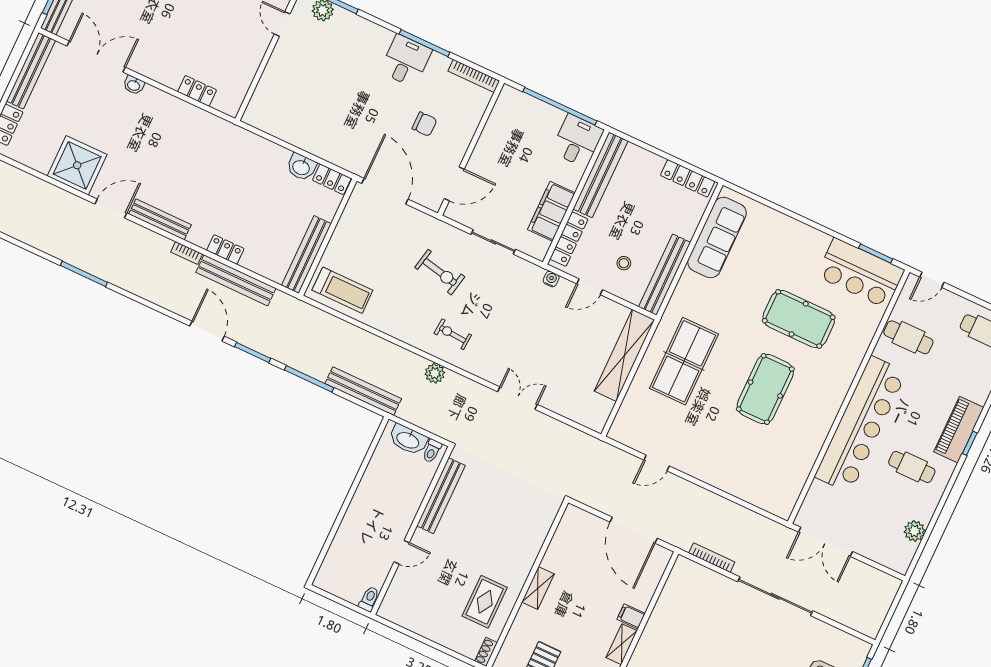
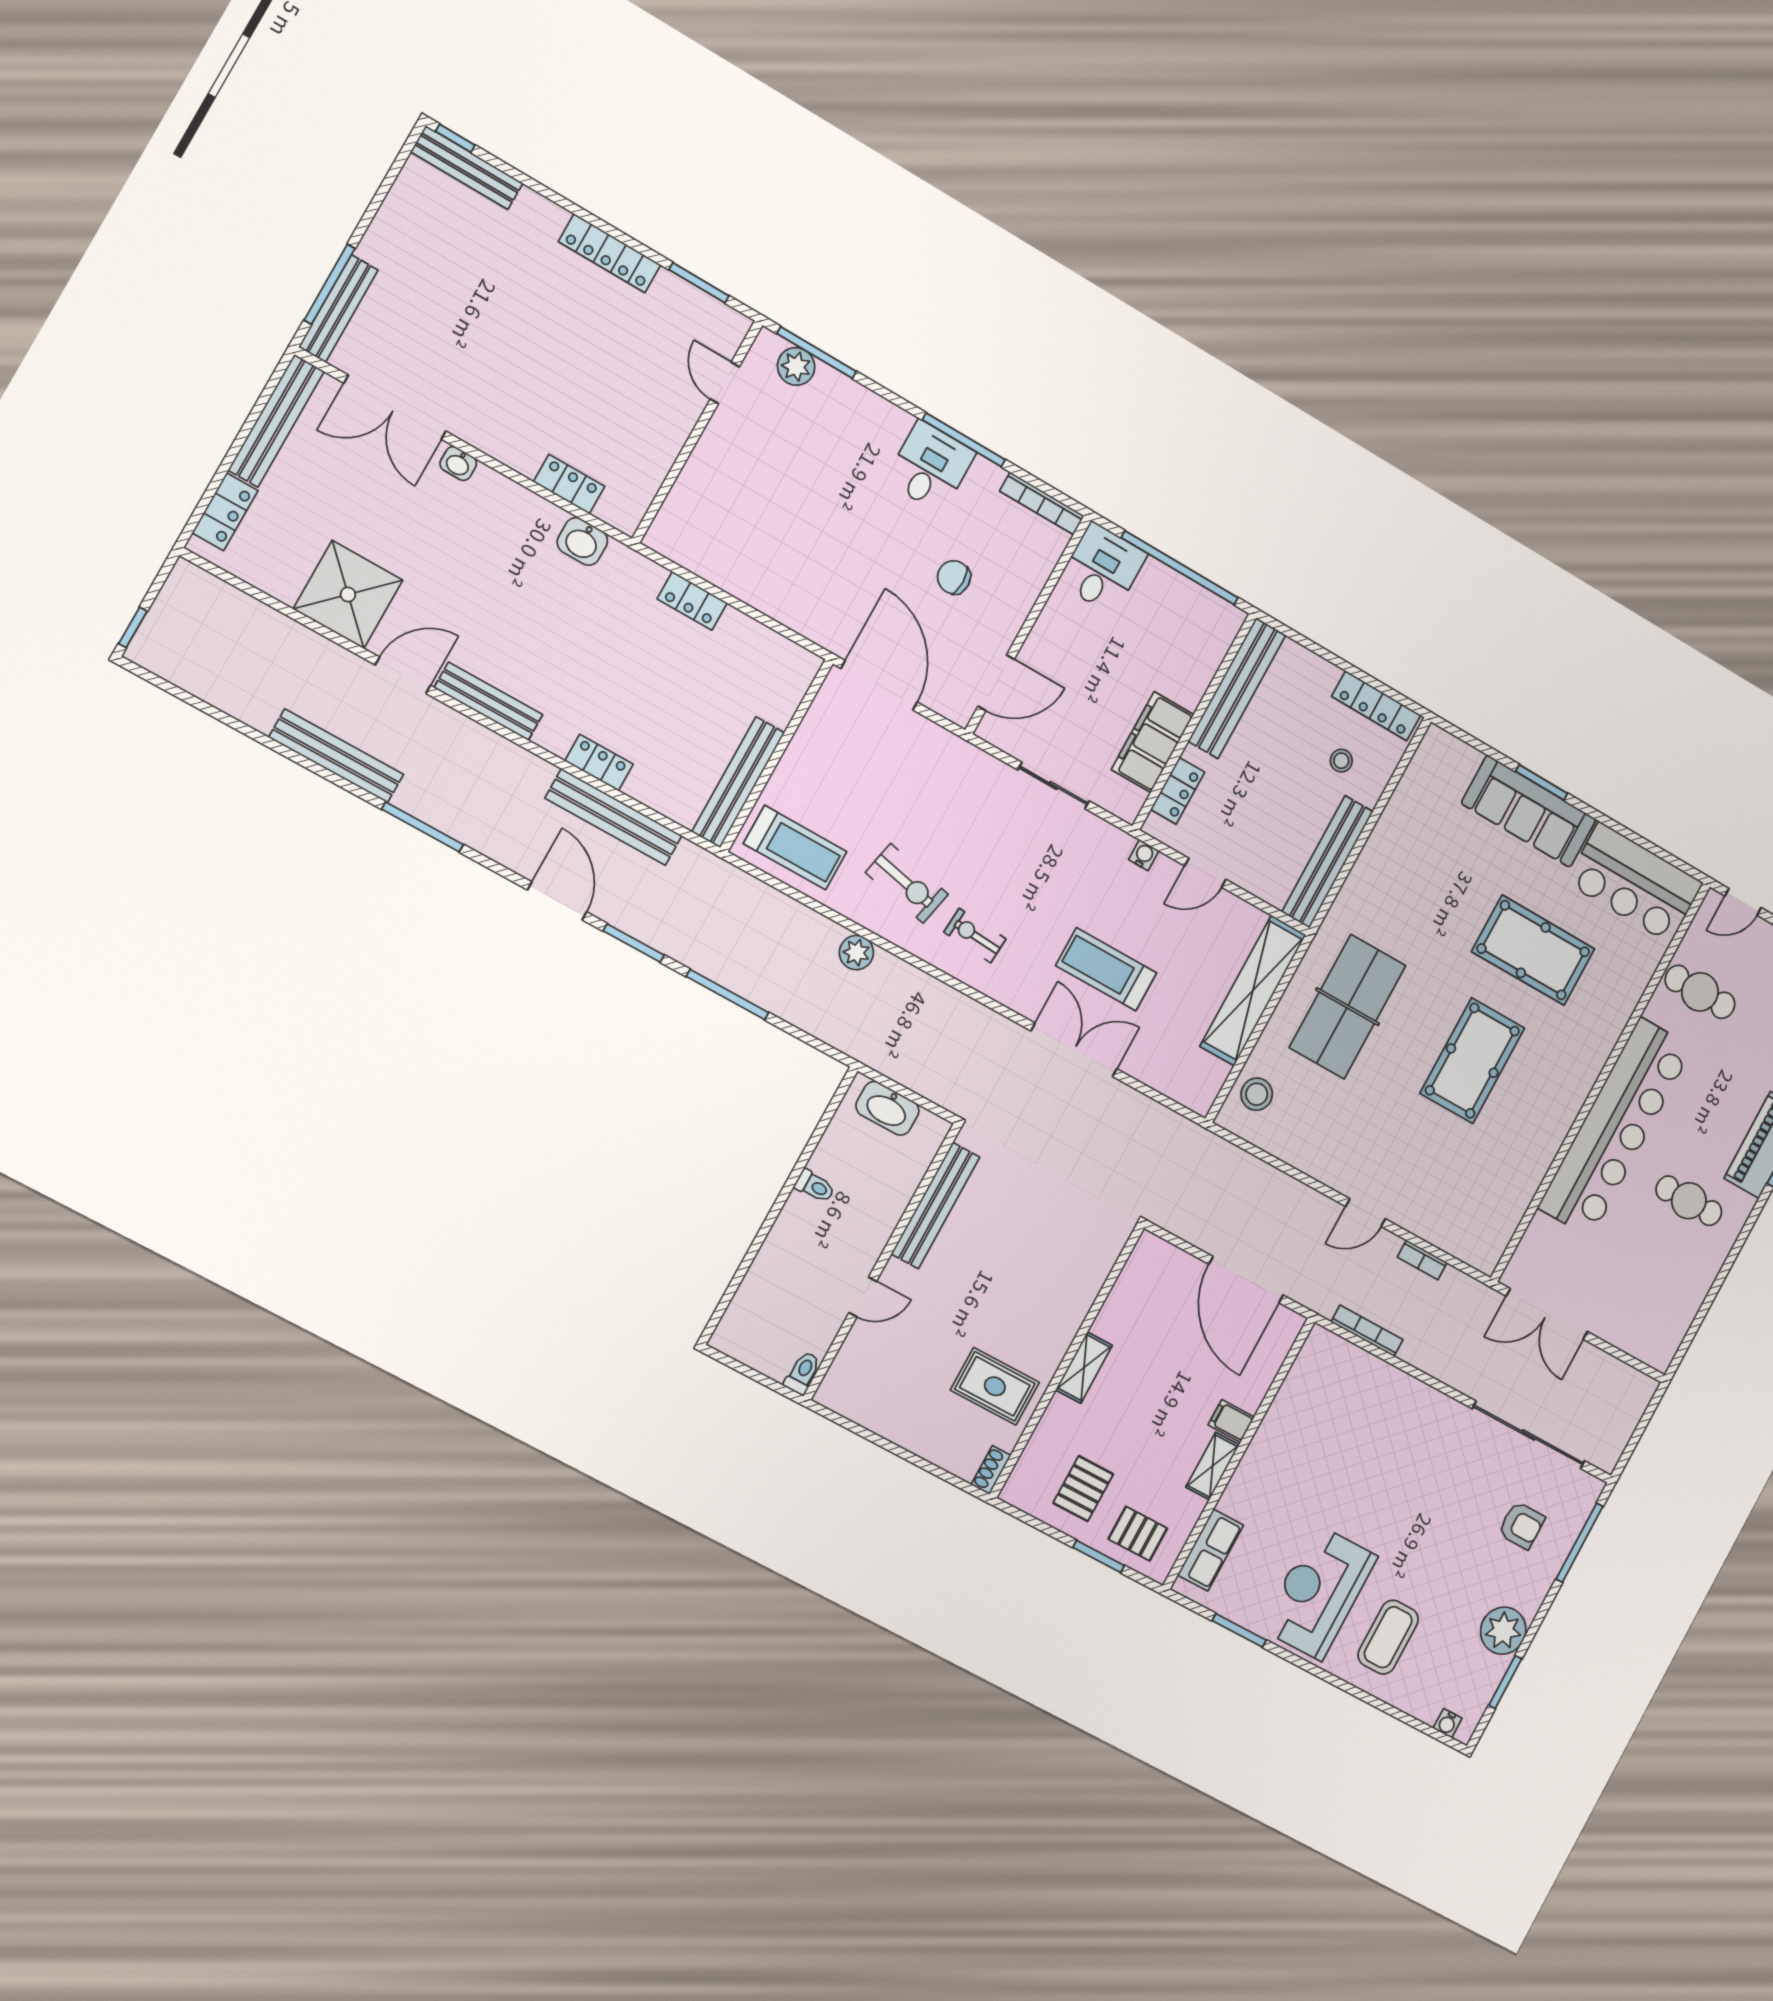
double door: (96, 57) -> (395, 407), swing flipped
chair: (424, 124) -> (954, 577), turned 180
desk: (577, 141) -> (1102, 568), moved
washbasin: (301, 167) -> (582, 541), moved
locker: (332, 179) -> (692, 601), moved
sofa: (717, 237) -> (1529, 811), moved, turned 90
locker: (569, 239) -> (1178, 791), width x0.66
bookcase: (187, 253) -> (1422, 1260), moved
window: (876, 253) -> (1542, 782), moved
stool: (624, 263) -> (1341, 761), moved
exercise bike: (440, 272) -> (907, 883), moved
window: (84, 274) -> (423, 827), moved
treadmill: (533, 349) -> (1106, 969), added
plant: (435, 373) -> (856, 953), moved
bench: (363, 391) -> (336, 756), moved
double door: (517, 398) -> (1074, 1050), width x1.37
stool: (632, 418) -> (1257, 1094), added
toilet: (432, 451) -> (815, 1186), moved, turned -90
door: (657, 463) -> (1366, 1213), moved
plant: (914, 531) -> (1685, 1304), removed
sliding door: (775, 596) -> (1529, 1435), moved
rug: (485, 602) -> (995, 1386), turned 90

